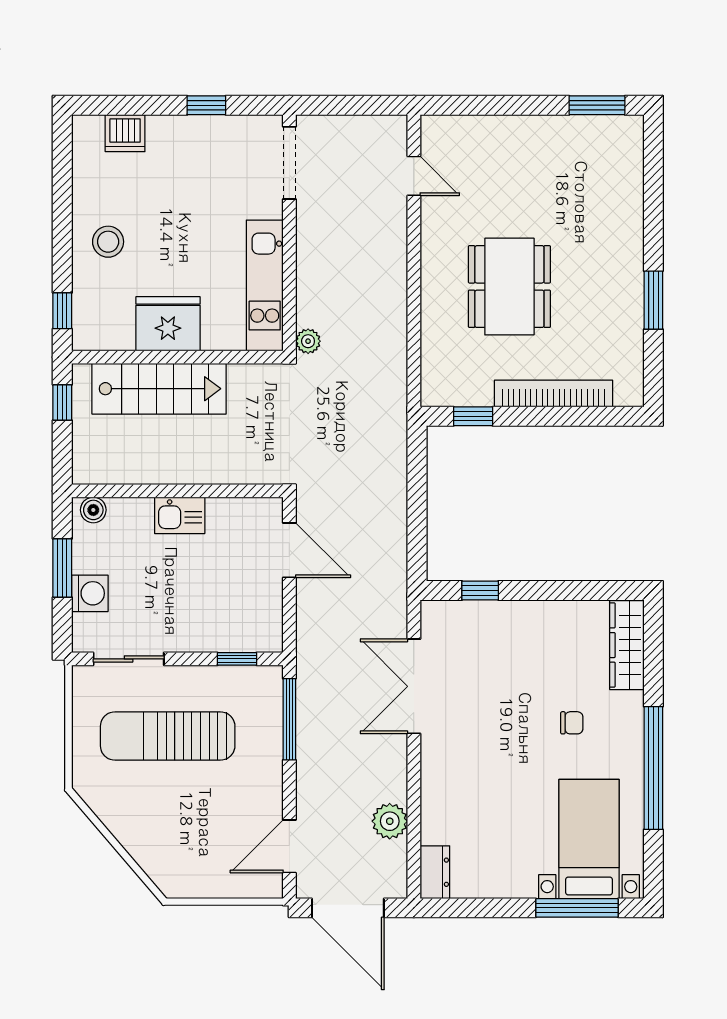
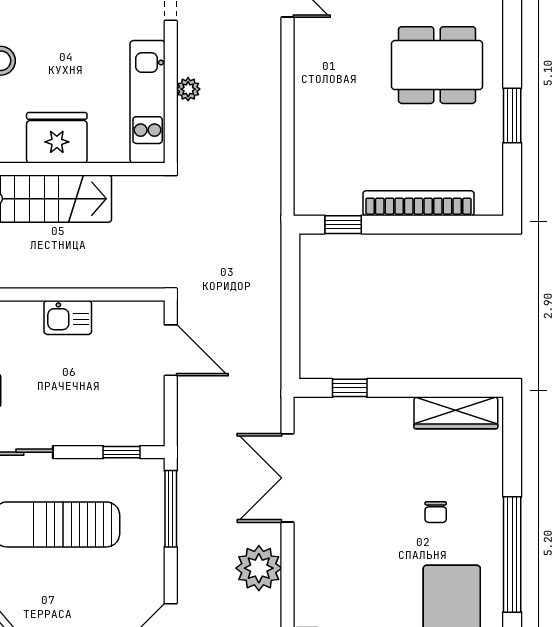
dining table: (509, 287) -> (437, 65), moved, turned 90
plant: (308, 341) -> (188, 89), moved
wardrobe: (627, 645) -> (456, 413), moved, turned -90
chair: (572, 723) -> (436, 512), turned 90
plant: (390, 821) -> (259, 568), moved, width x1.36, depth x1.36

